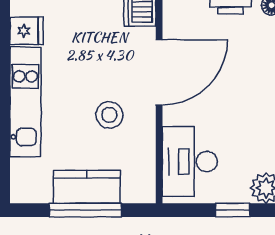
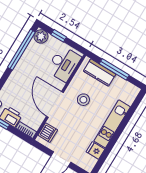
door: (159, 72) -> (55, 104), hinge flipped
kitchen counter: (87, 187) -> (100, 73), moved

